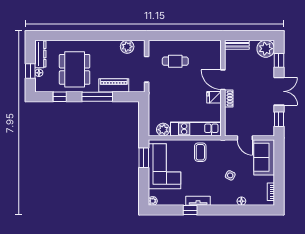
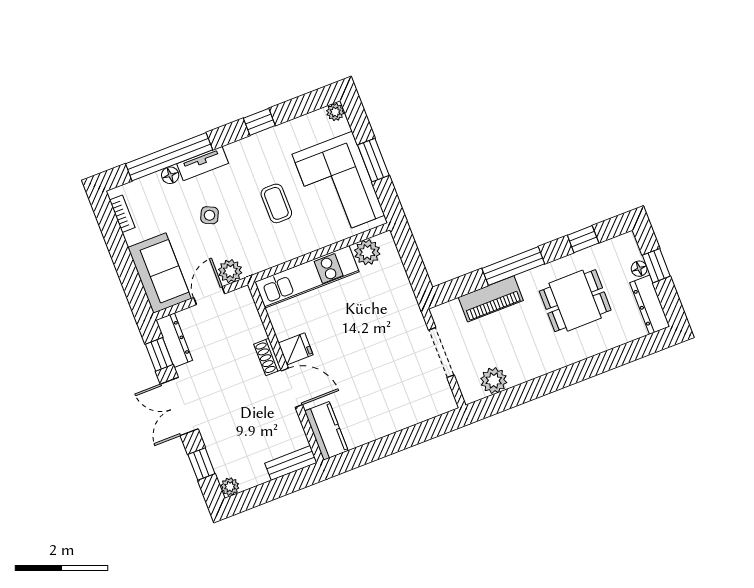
plant: (266, 49) -> (230, 487), width x0.53, depth x0.53
kitchen counter: (214, 53) -> (326, 431), added
cafe table: (175, 61) -> (394, 388), removed
dining table: (75, 69) -> (575, 301), width x0.73
dresser: (269, 123) -> (174, 340), added
door: (245, 138) -> (209, 296), hinge flipped
plant: (231, 145) -> (230, 271), added
coffee table: (200, 152) -> (276, 203), moved
window: (144, 158) -> (373, 160), moved
tv unit: (198, 201) -> (203, 164), moved
window: (239, 210) -> (169, 157), added

